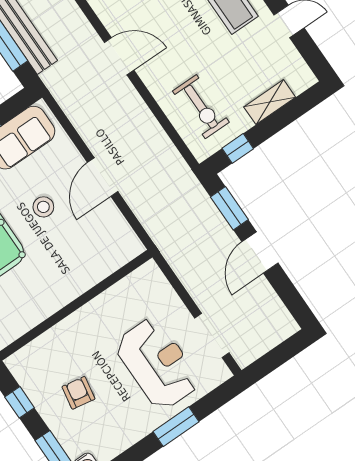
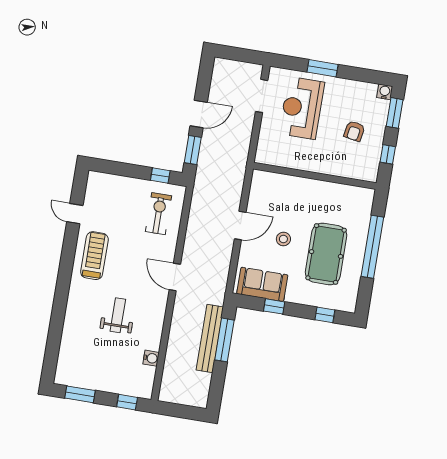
shelving: (270, 102) -> (123, 183), removed

